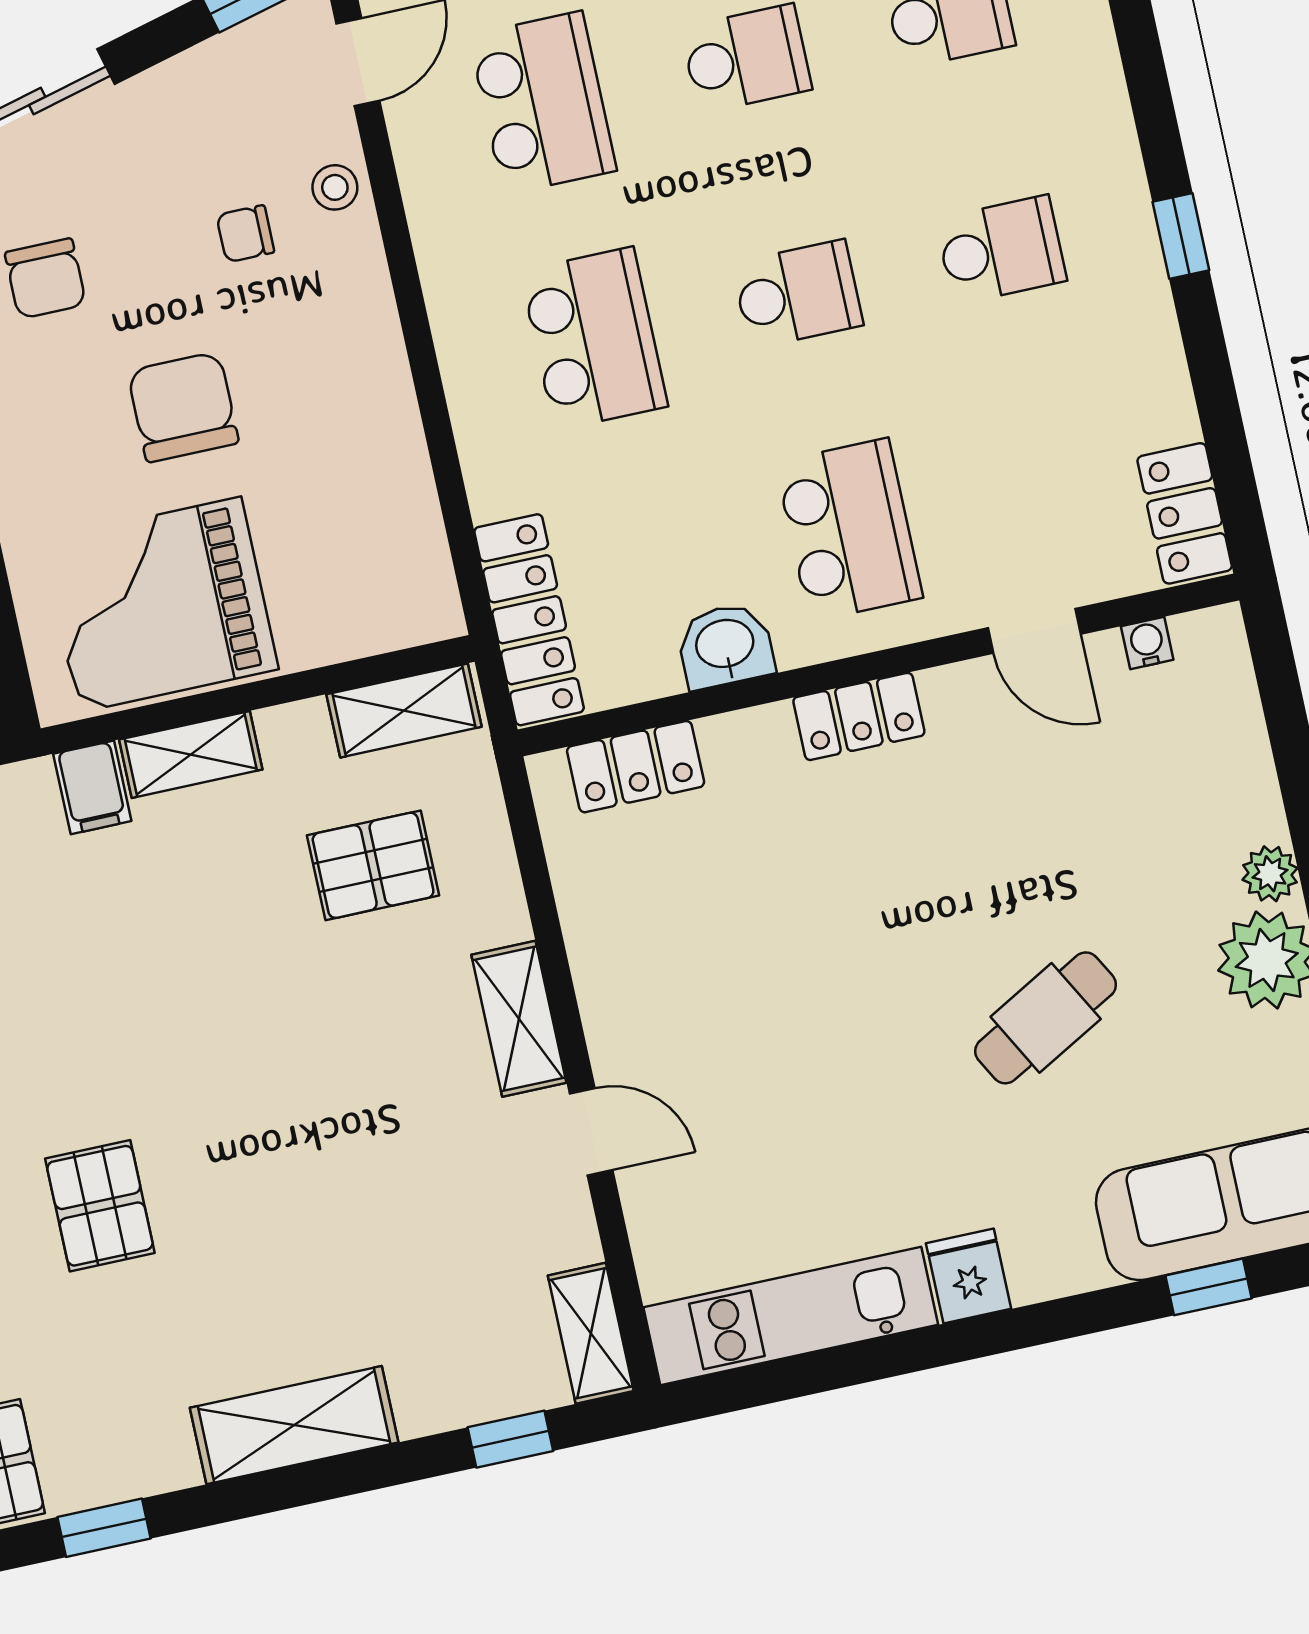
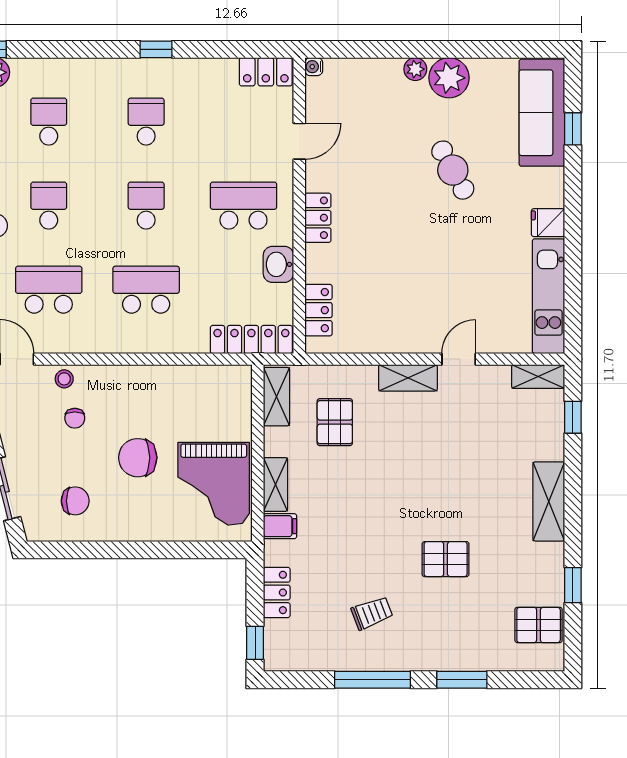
water cooler: (1147, 643) -> (314, 67), moved

